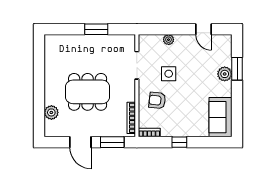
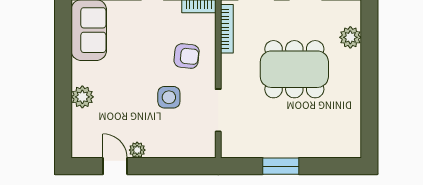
plant: (169, 40) -> (137, 150), moved
window: (237, 69) -> (63, 105), removed

